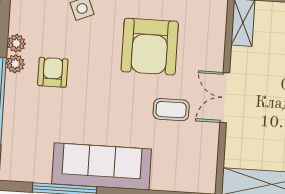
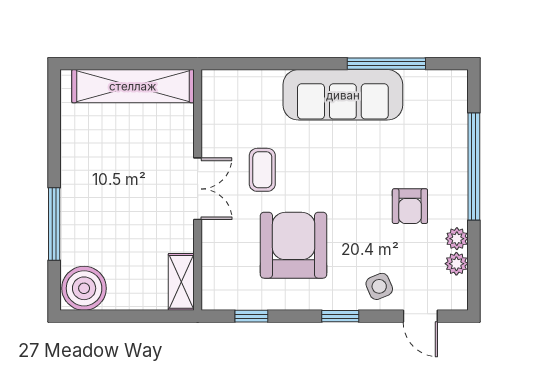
plant: (15, 64) -> (456, 264), moved
coffee table: (171, 110) -> (262, 170), turned 90

